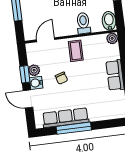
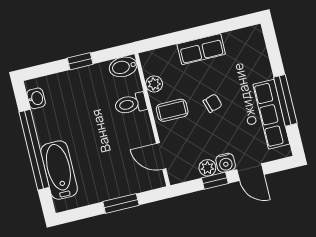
plant: (112, 38) -> (154, 84), moved
chair: (61, 78) -> (213, 103), moved
door: (28, 99) -> (250, 172), hinge flipped

